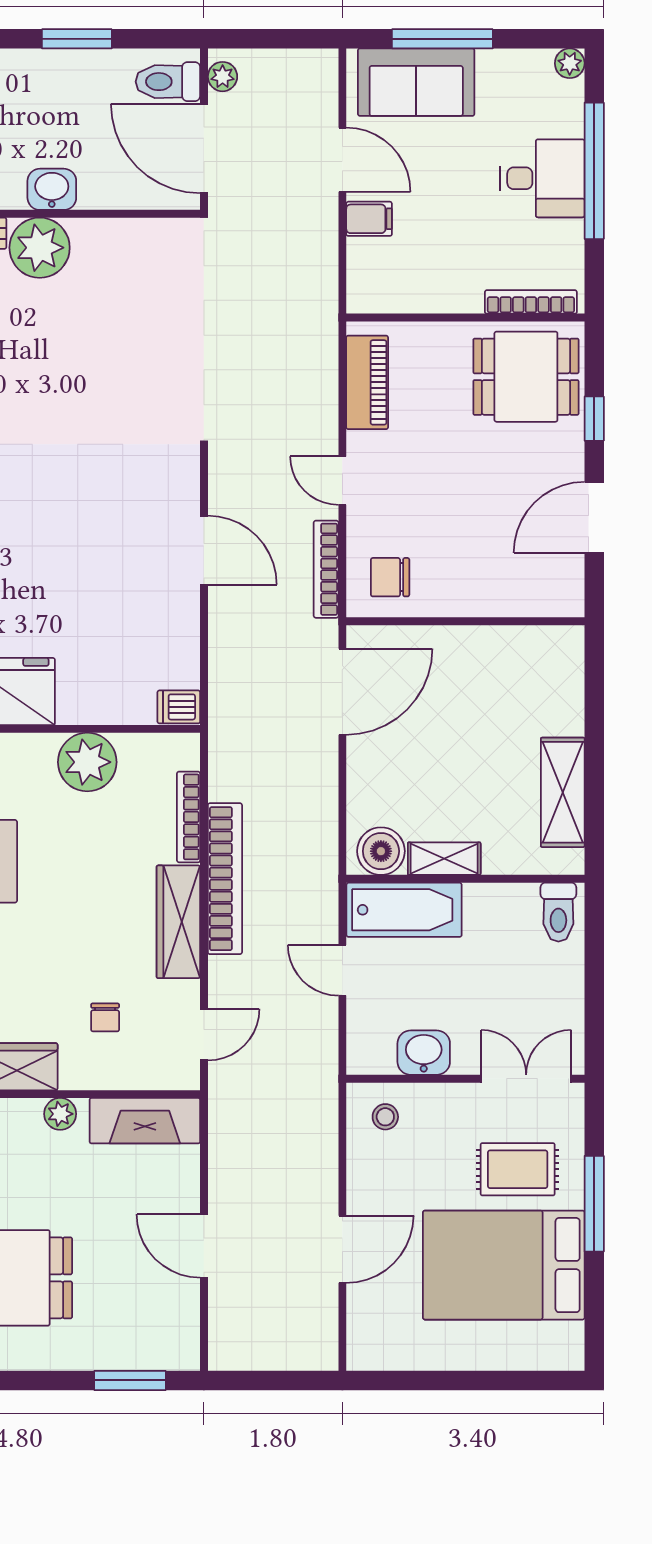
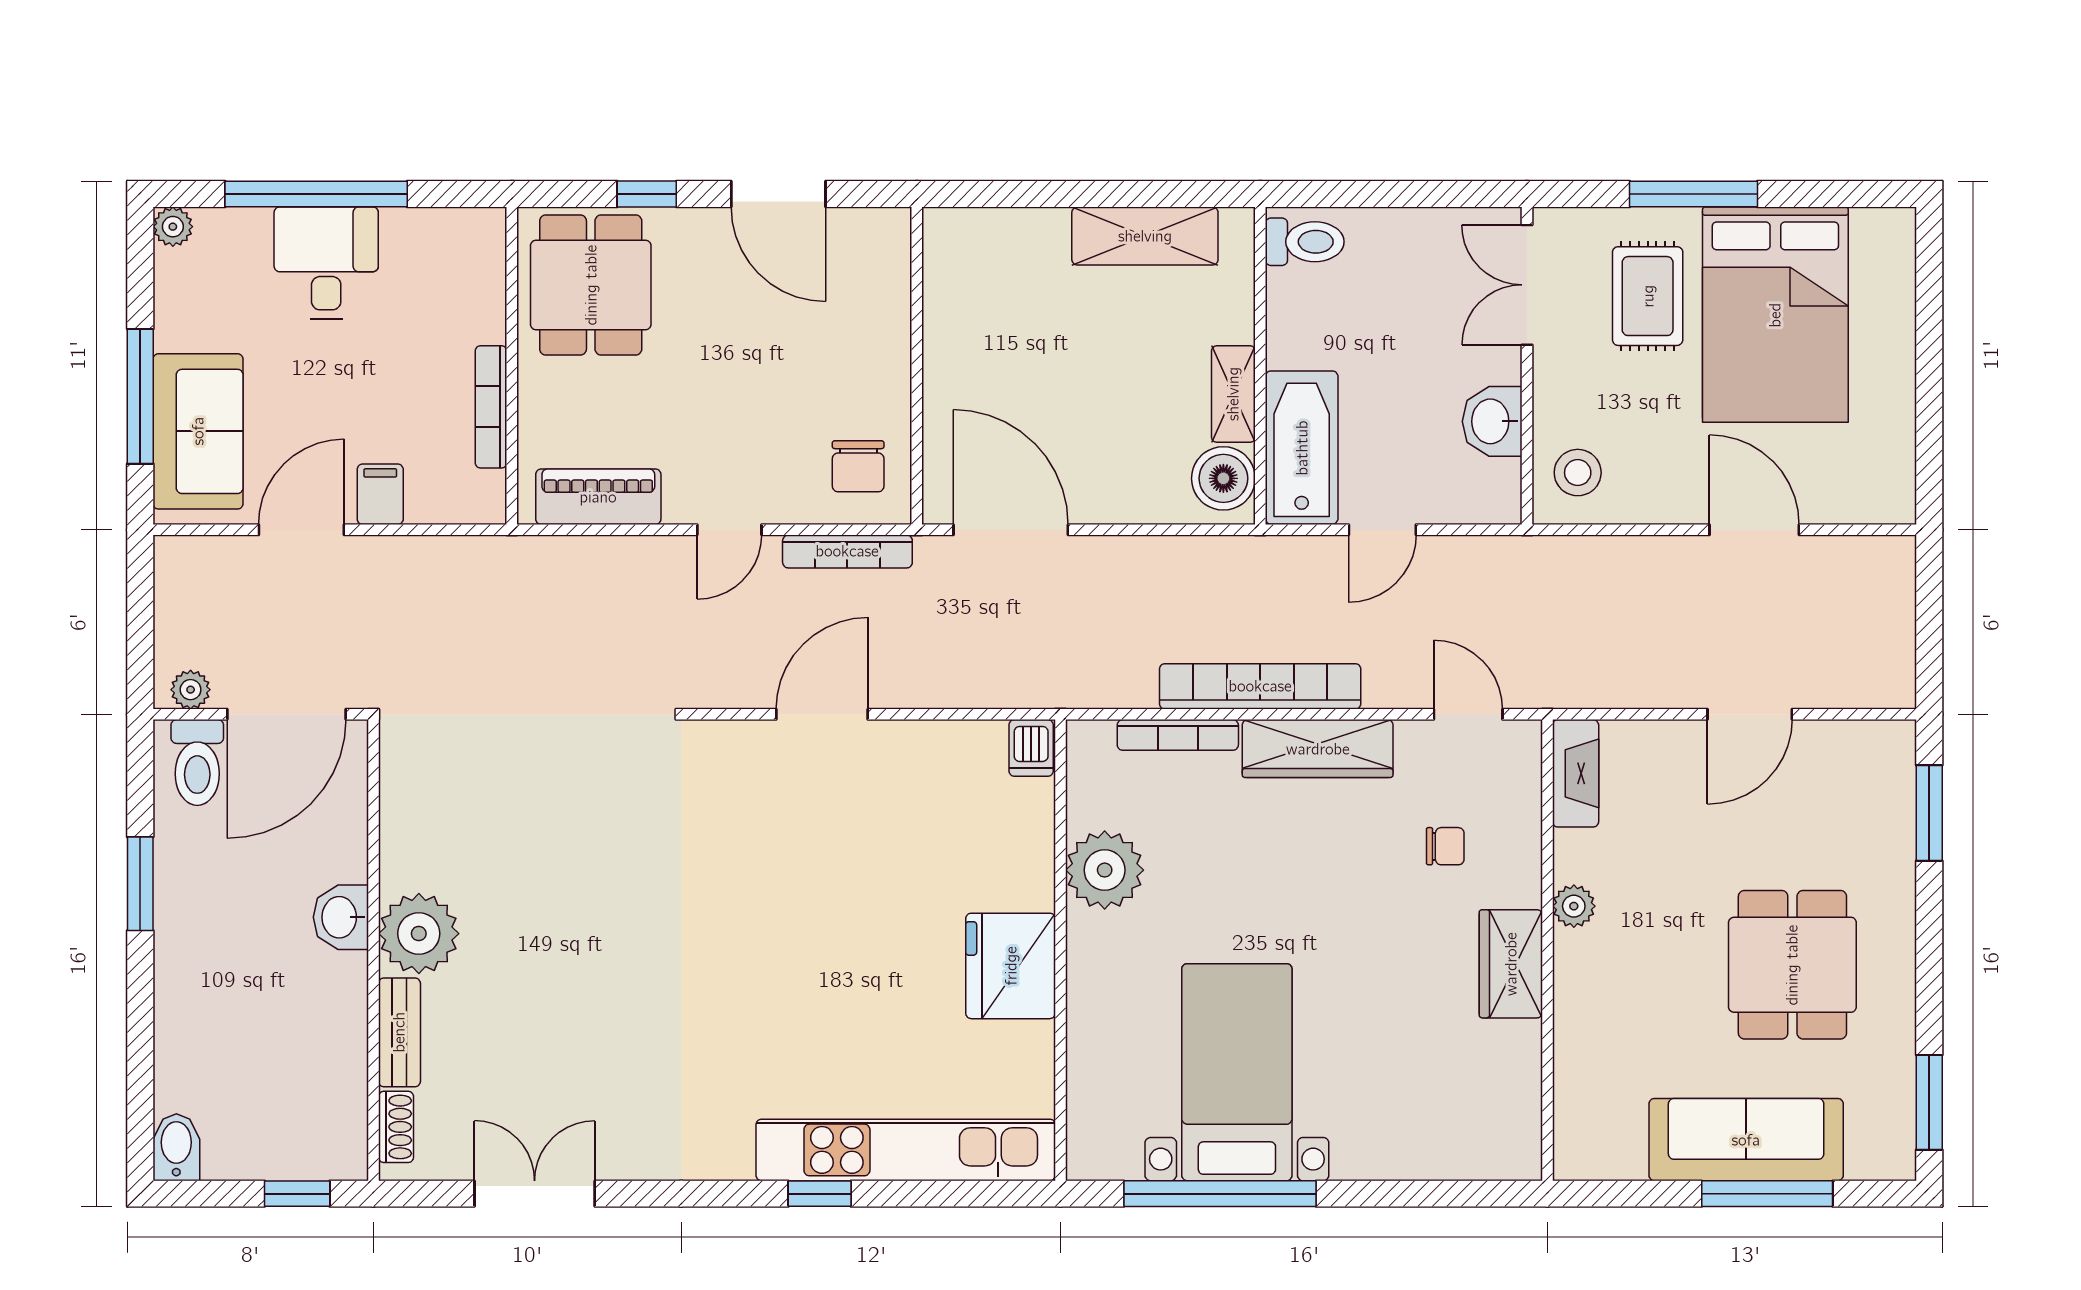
bookcase: (531, 302) -> (491, 407), moved
stool: (385, 1117) -> (1578, 473), width x1.37, depth x1.37
fireplace: (145, 1121) -> (1576, 773), width x0.73, depth x0.76

